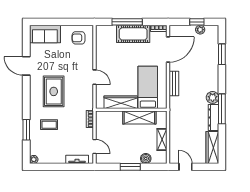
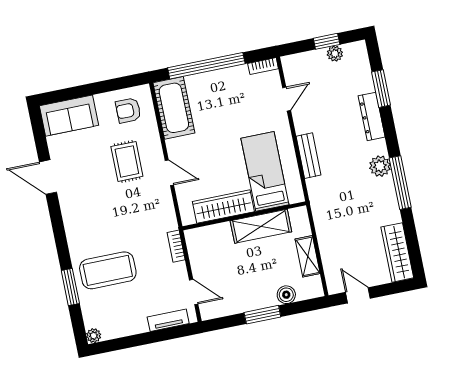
window: (127, 22) -> (206, 66), width x1.46
cot: (133, 34) -> (174, 108), moved, turned 90
door: (168, 49) -> (287, 99), width x0.53
rug: (54, 91) -> (127, 161), moved, width x0.73, depth x0.70
dresser: (214, 118) -> (372, 116), moved
coffee table: (49, 125) -> (108, 270), width x1.86, depth x1.72

